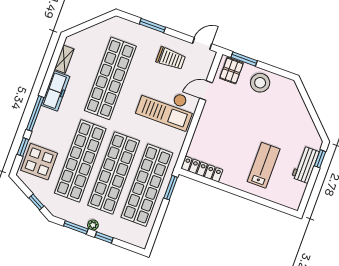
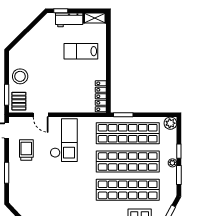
pallet: (231, 71) -> (19, 101), turned 90
shop shelf: (110, 78) -> (58, 190), removed
shelving: (297, 196) -> (95, 18), added
plant: (141, 240) -> (170, 123), added

